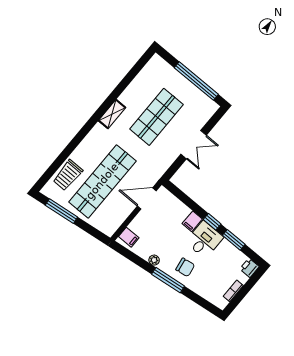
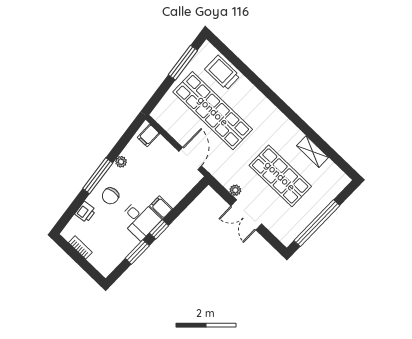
shelving: (112, 114) -> (313, 152), moved
plant: (172, 156) -> (235, 190), added
printer: (249, 268) -> (85, 212), moved, turned 83

